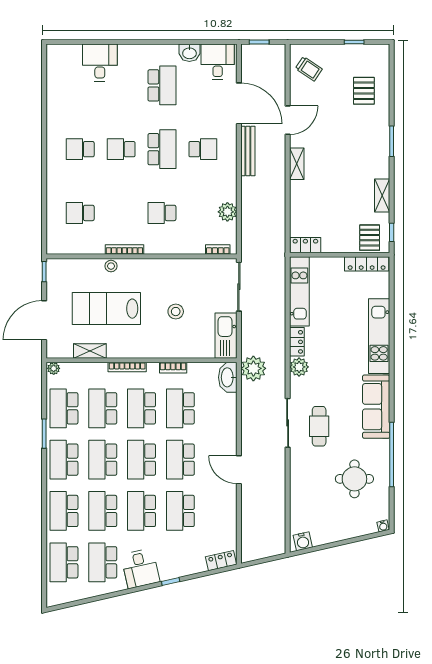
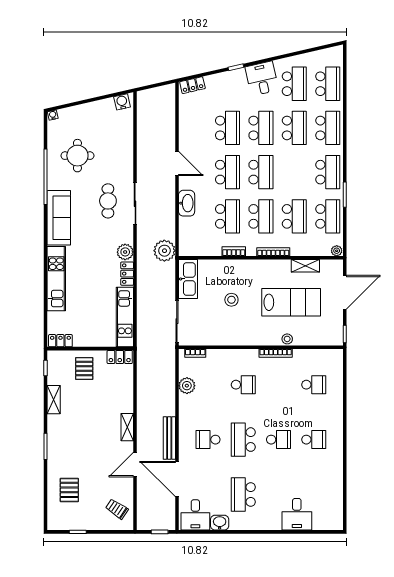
pallet: (370, 238) -> (84, 369), moved
locker: (367, 264) -> (60, 341), width x0.66
washbasin: (228, 377) -> (187, 203), moved
school desk: (103, 460) -> (294, 172), removed

